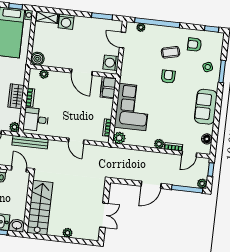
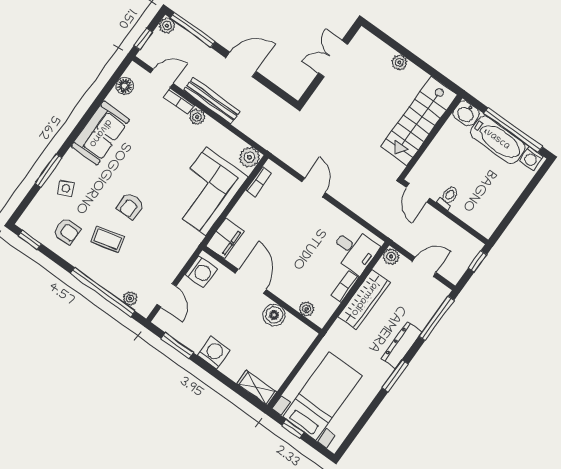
washing machine: (66, 22) -> (214, 353), moved
boiler: (37, 59) -> (274, 315), moved
wardrobe: (16, 96) -> (364, 299), width x1.50
bench: (30, 142) -> (212, 101), moved

